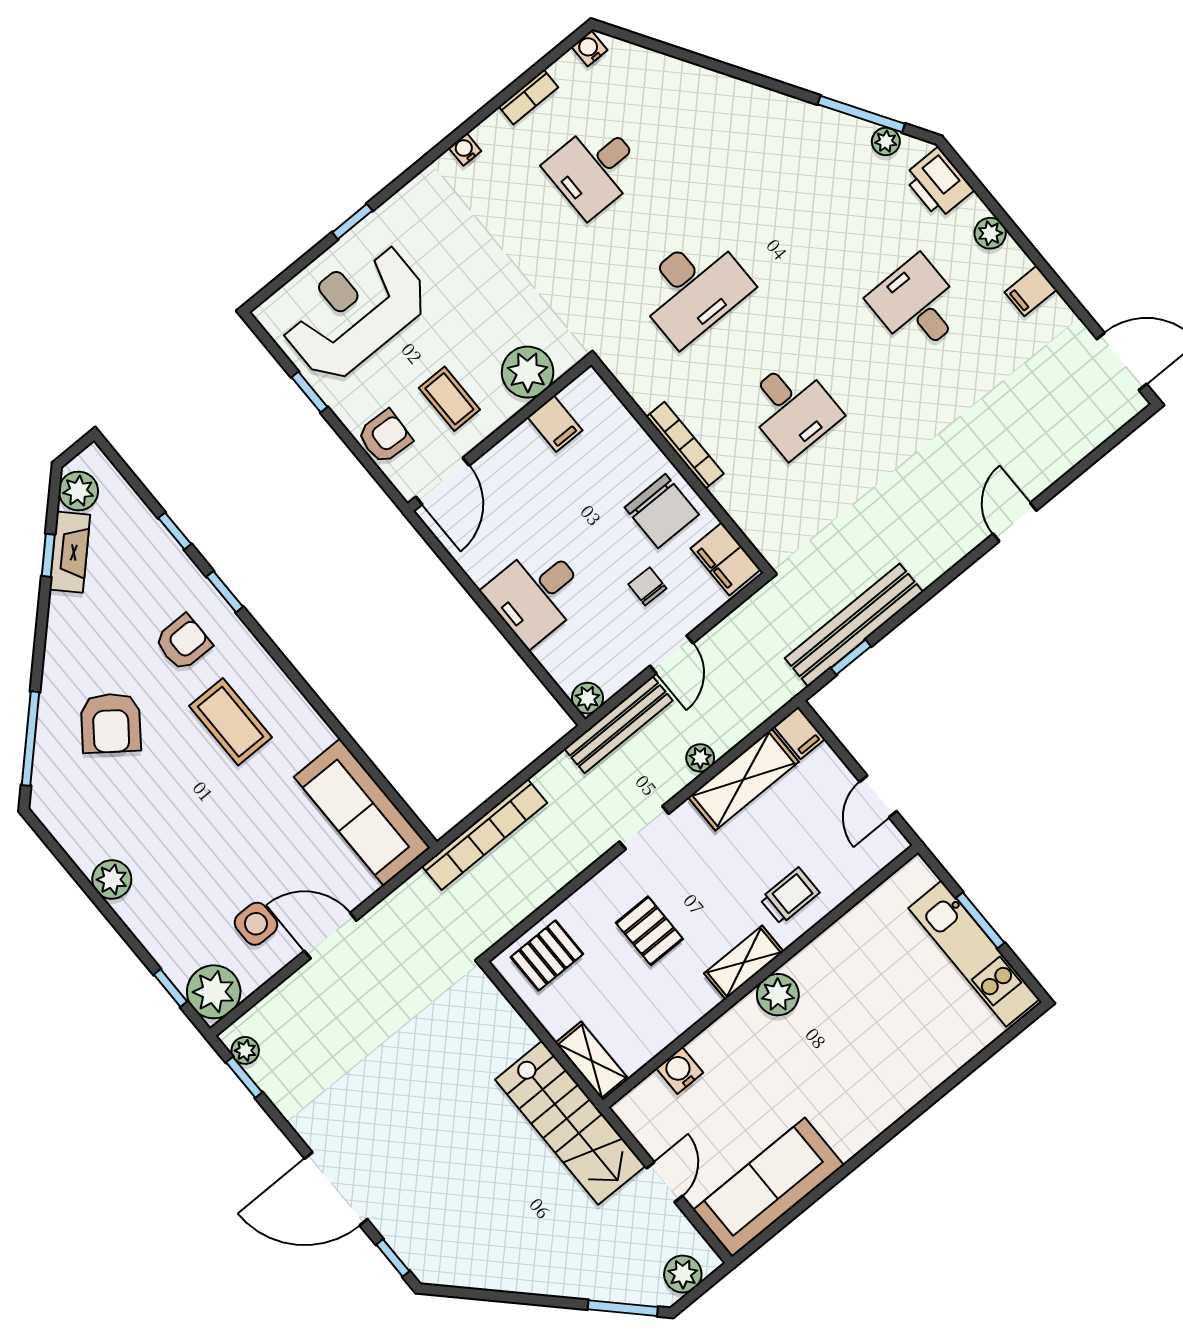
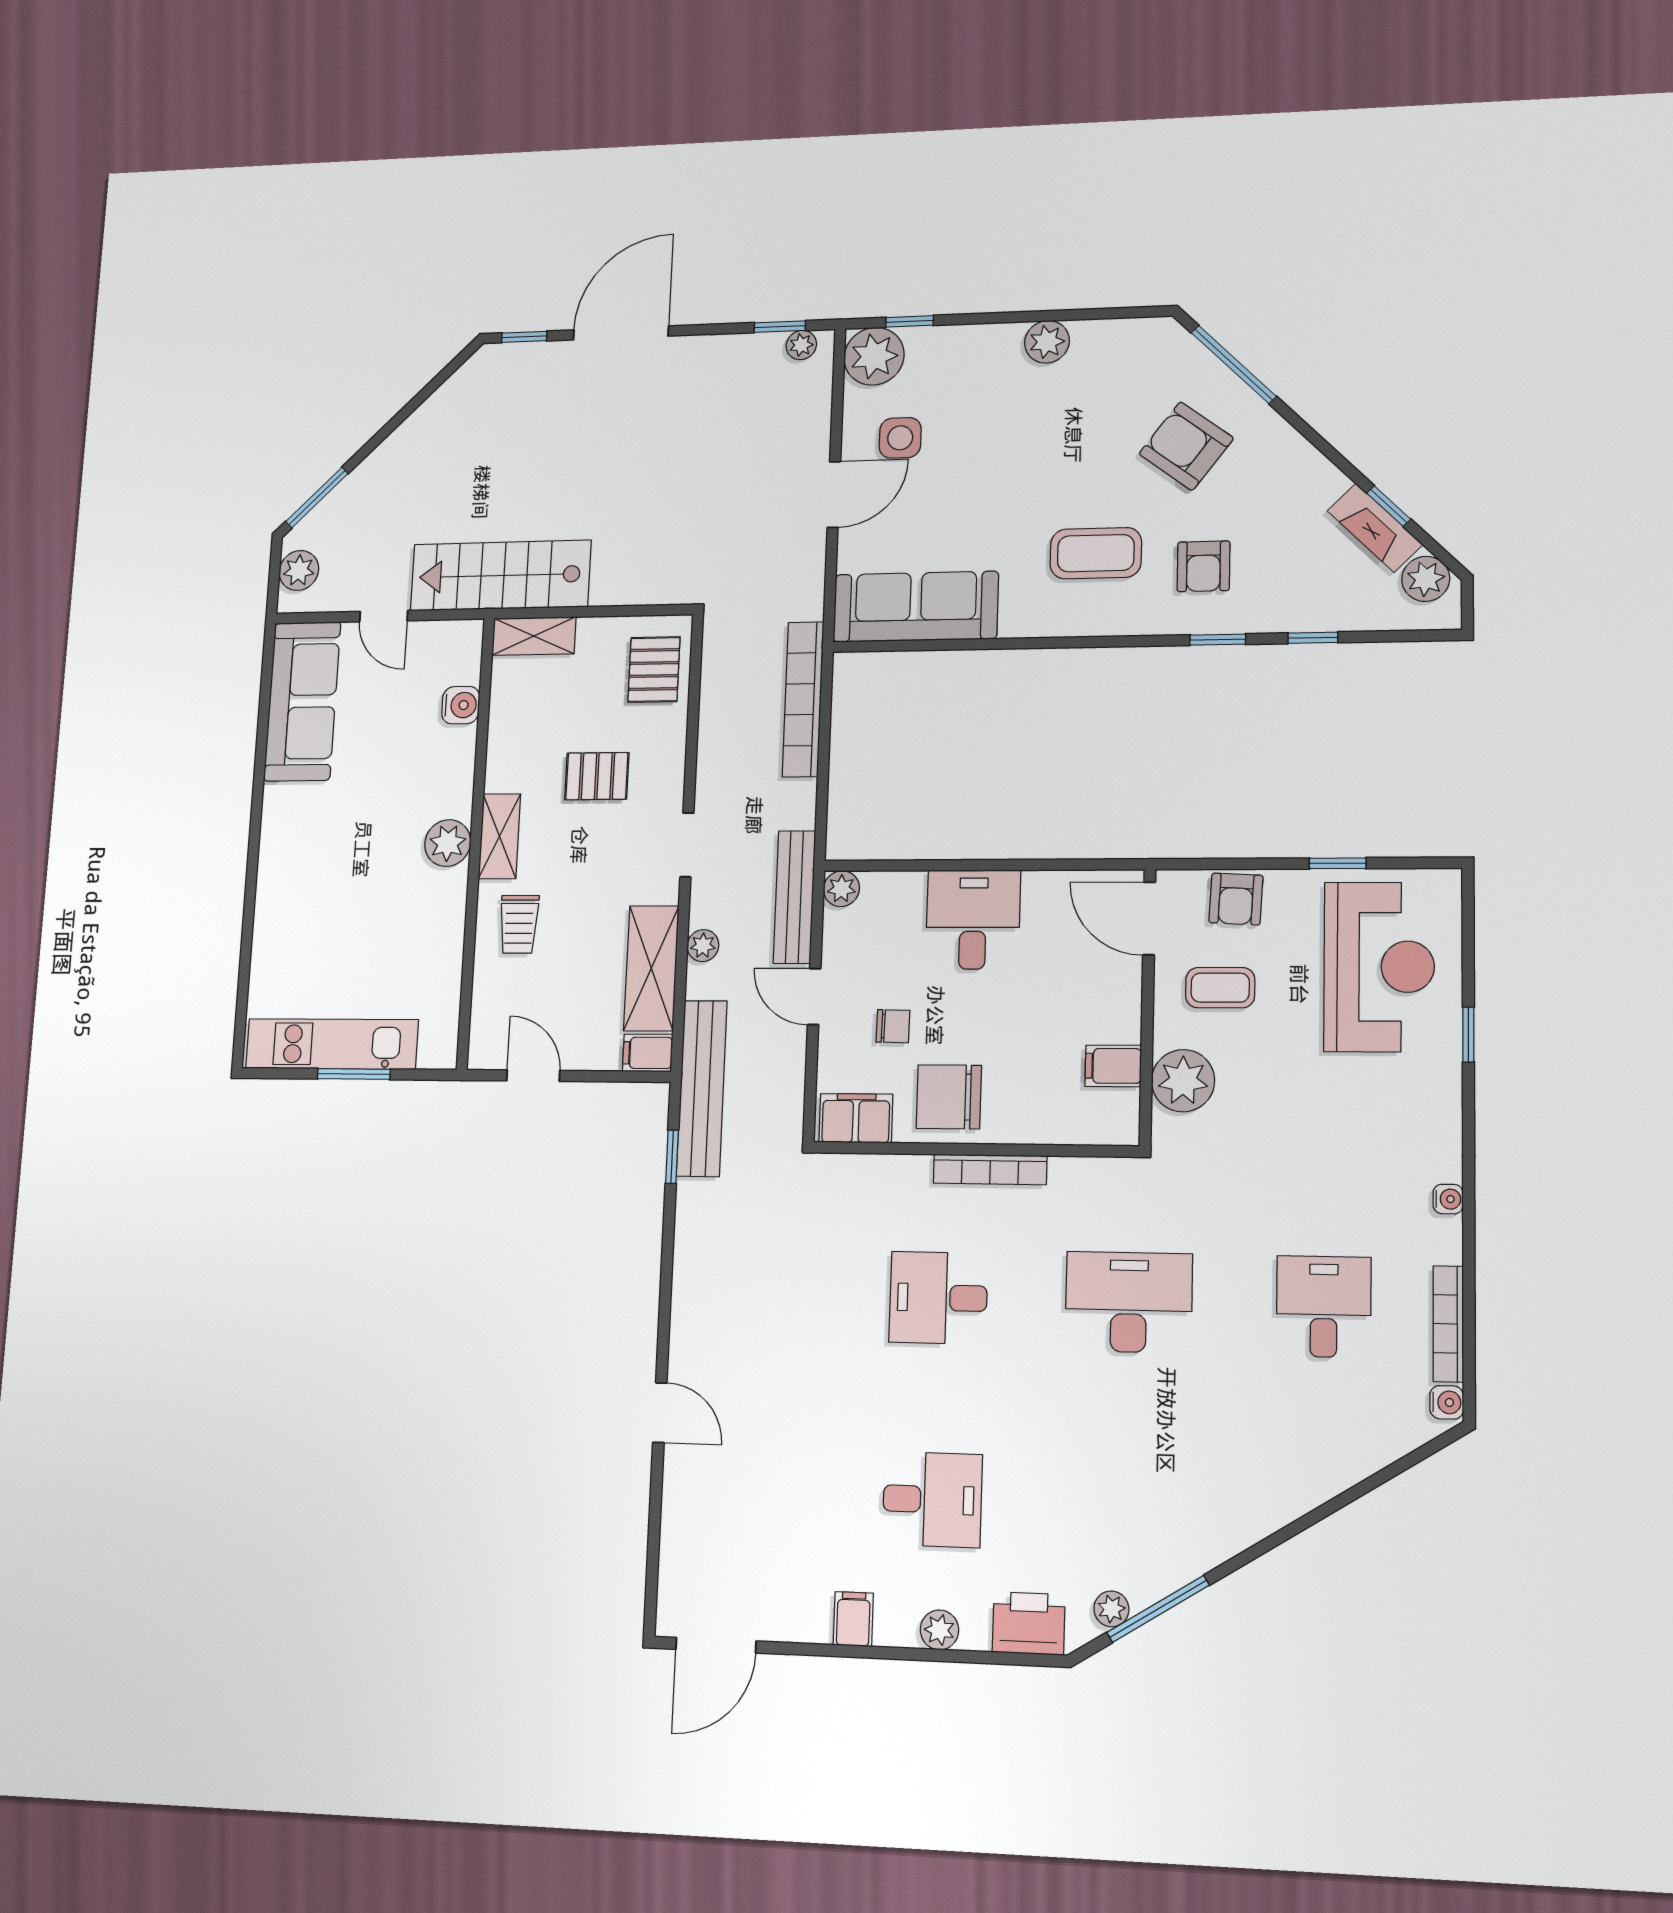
bookcase: (529, 97) -> (1448, 1324), width x1.56
desk: (693, 289) -> (1129, 1302), turned 90
bench: (854, 625) -> (702, 1088), moved

